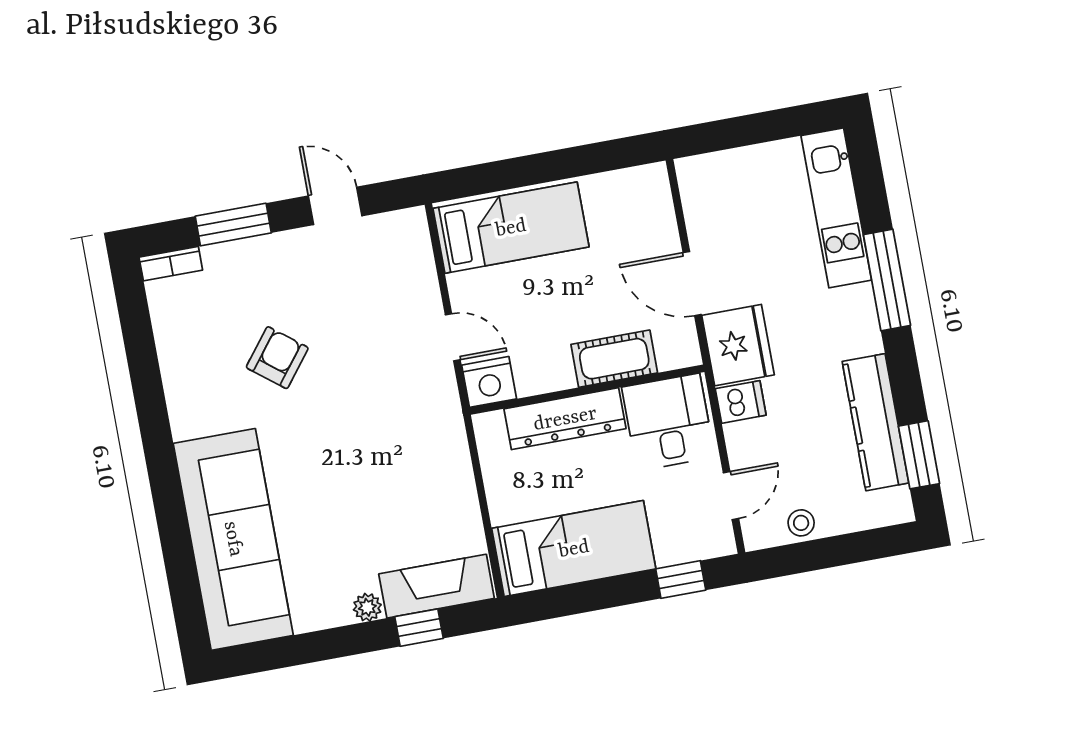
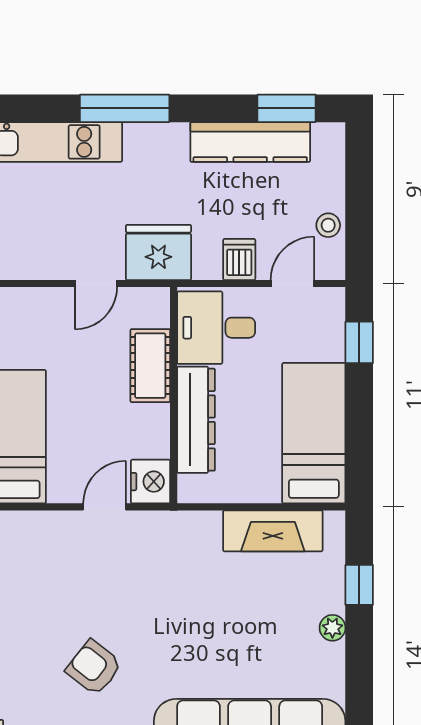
door: (692, 284) -> (96, 284), width x0.73
dishwasher: (741, 402) -> (239, 259), moved
door: (731, 496) -> (292, 284), hinge flipped
fireplace: (437, 586) -> (273, 531), moved, turned -90

